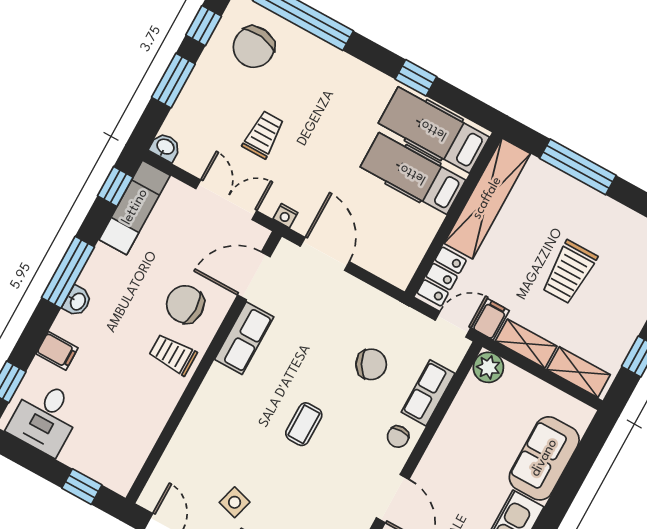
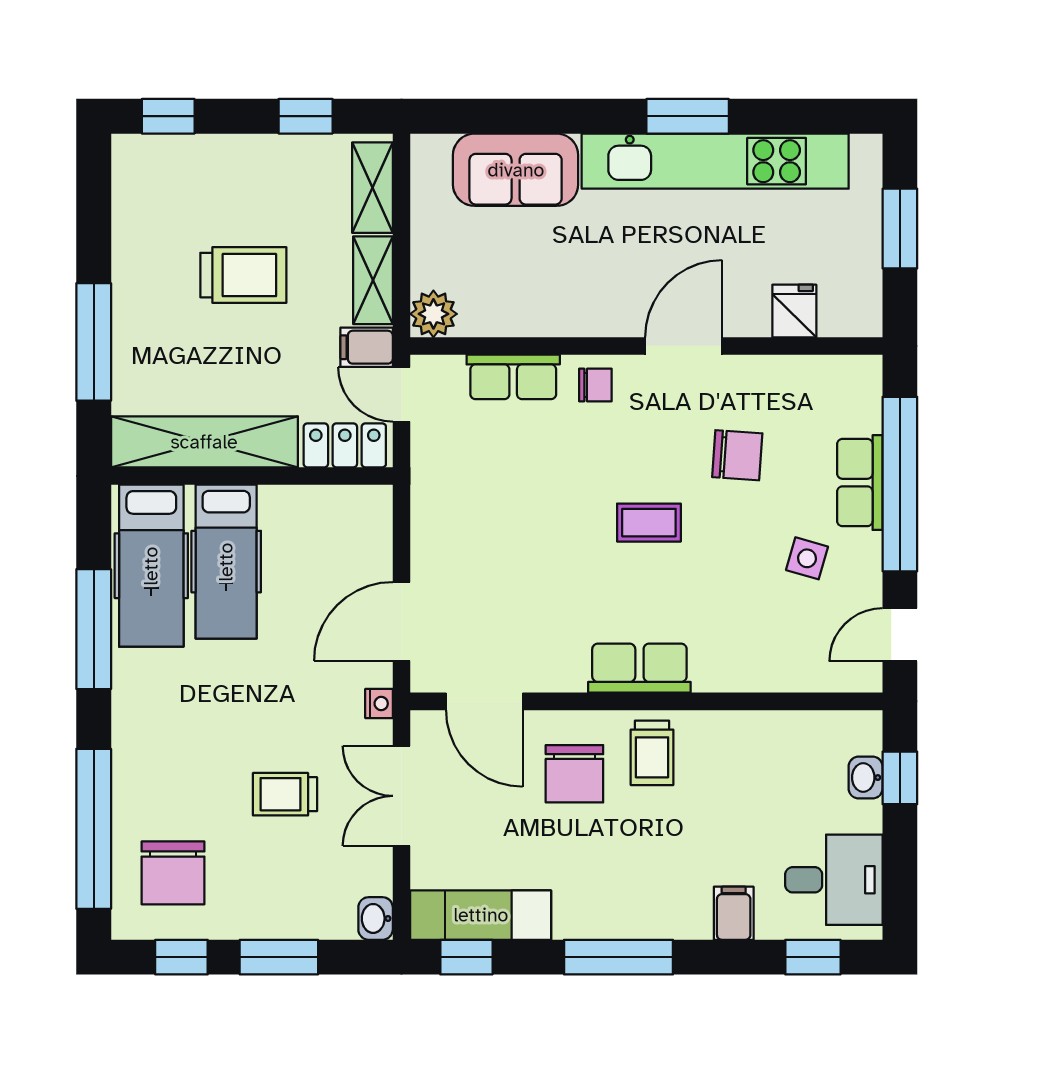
chair: (254, 47) -> (173, 873), turned 83
window: (416, 78) -> (94, 629), width x2.17
washbasin: (77, 301) -> (866, 778), moved, turned -90
row of seats: (244, 338) -> (639, 668), moved
chair: (371, 364) -> (737, 455), moved, turned 122

